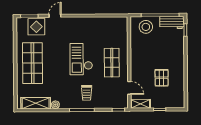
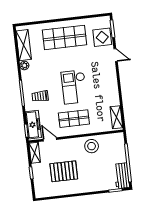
shelving: (115, 21) -> (116, 117), added
stool: (146, 27) -> (92, 146), moved
checkout: (81, 59) -> (74, 87), turned -90
pallet: (162, 78) -> (64, 171), width x1.50, depth x1.42
door: (129, 88) -> (50, 139), swing flipped
freezer: (113, 102) -> (33, 125), added

